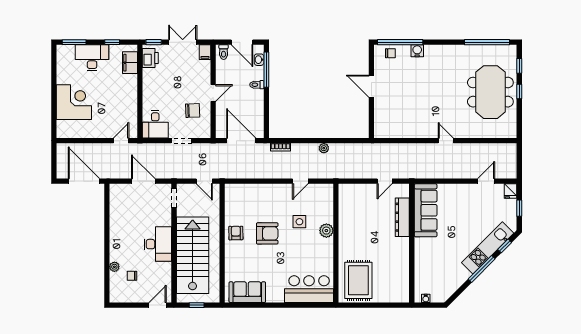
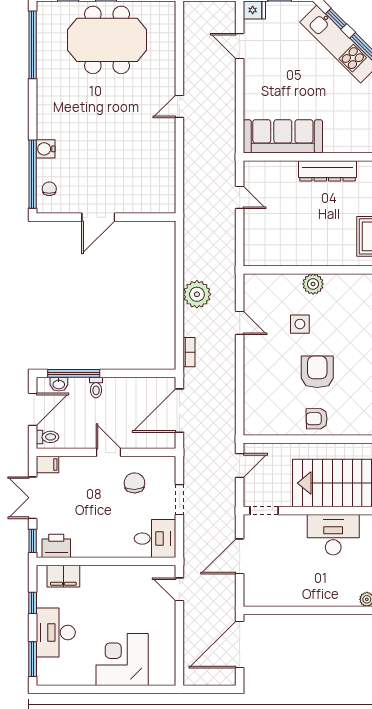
plant: (324, 148) -> (197, 294), width x1.87, depth x1.87
dresser: (402, 217) -> (327, 171), moved

